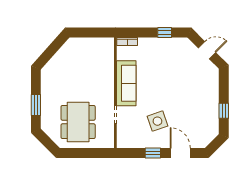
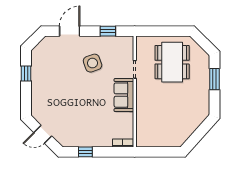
sofa: (126, 83) -> (124, 95), width x0.73
window: (153, 153) -> (108, 31), moved
door: (180, 153) -> (70, 31), swing flipped

